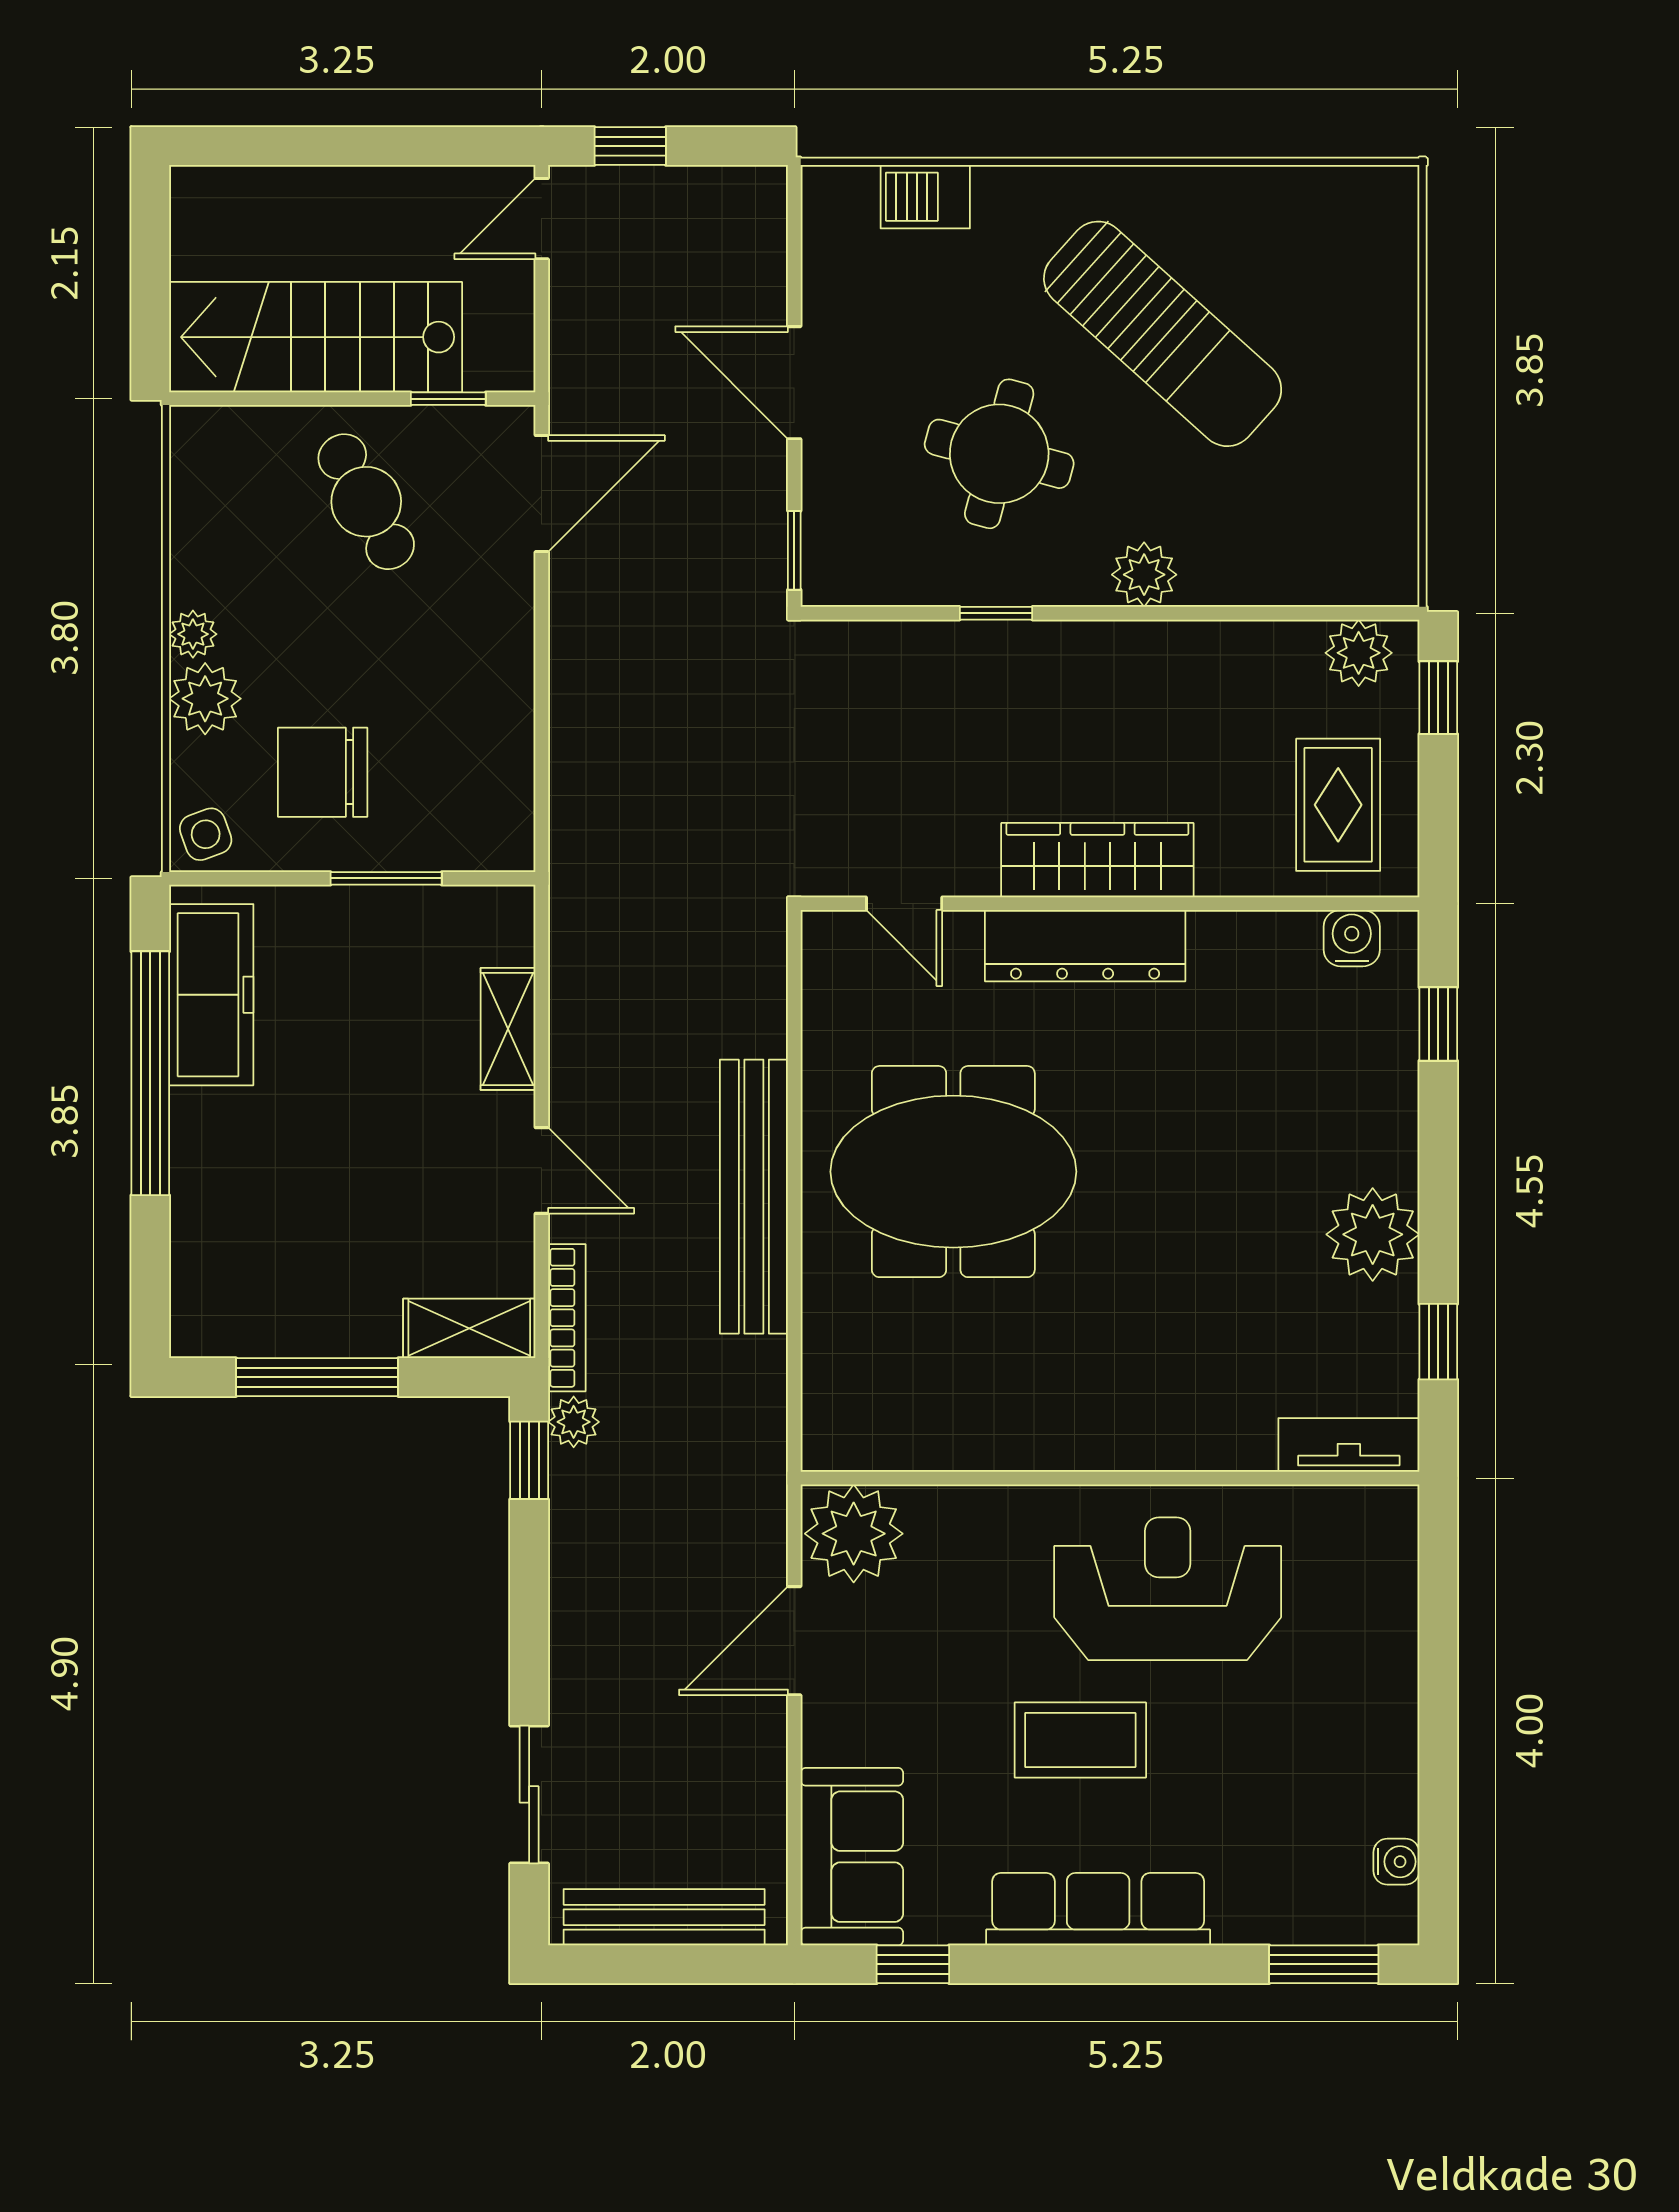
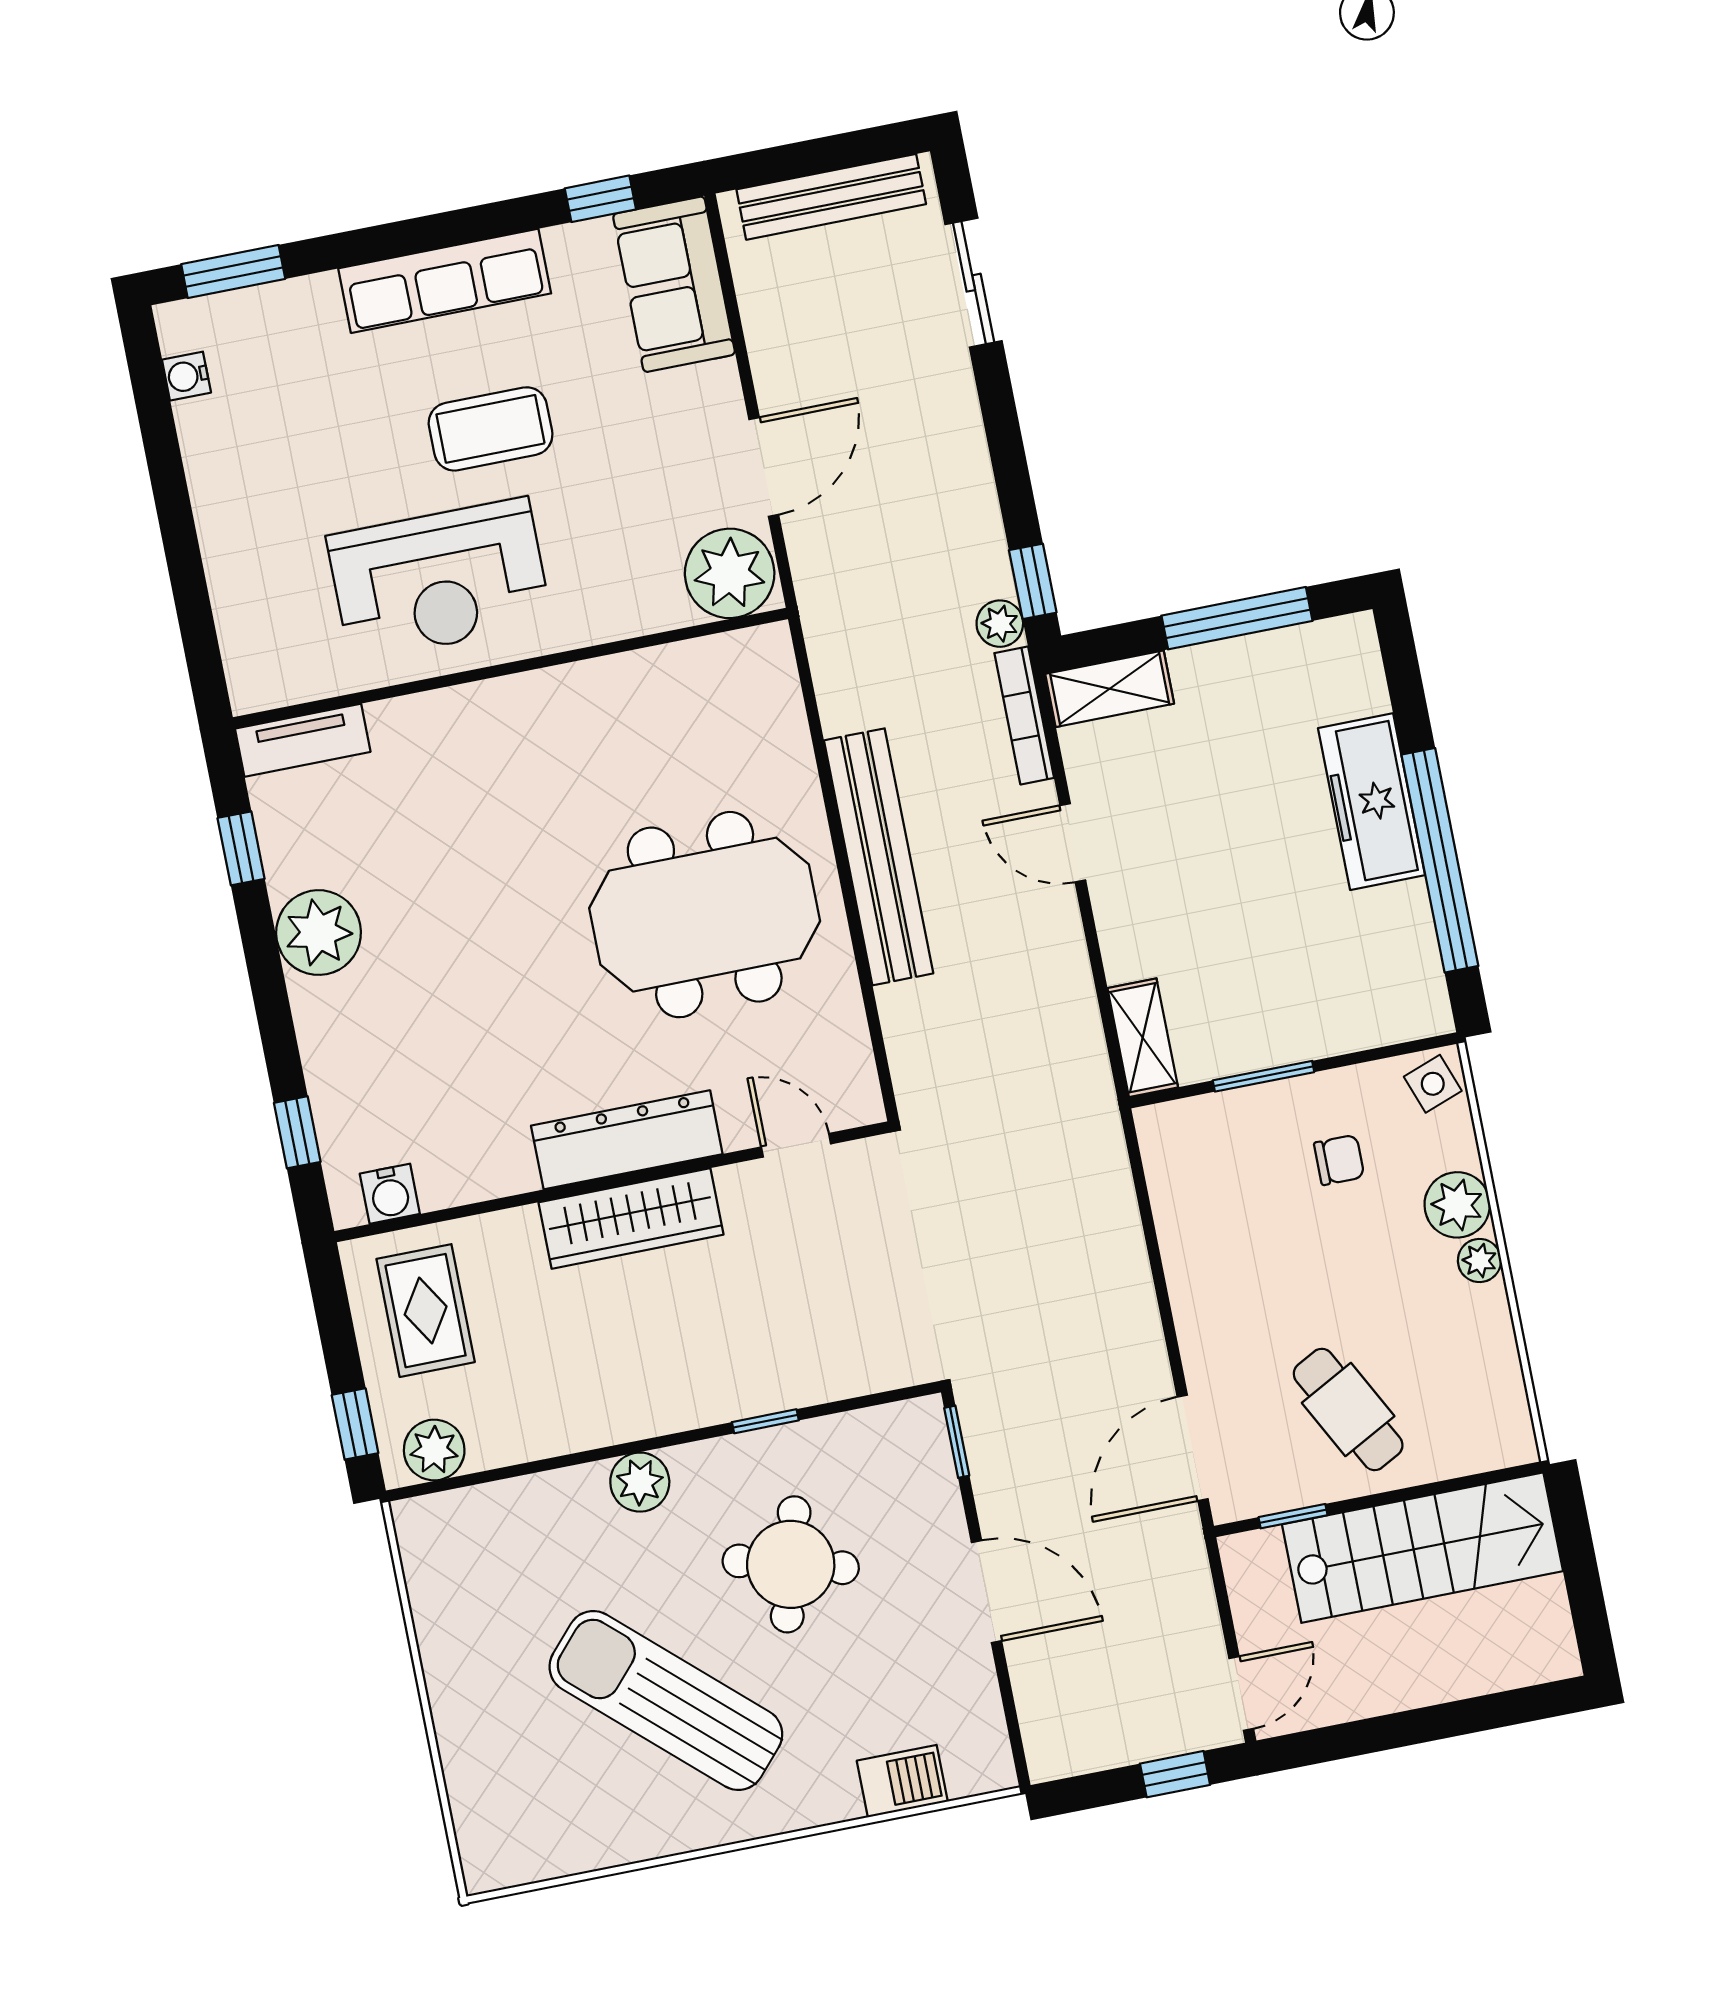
chair: (323, 772) -> (1339, 1160), width x0.54, depth x0.54
freezer: (211, 995) -> (1372, 802), moved
shelving: (508, 1029) -> (1143, 1038), moved

